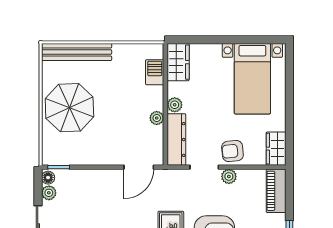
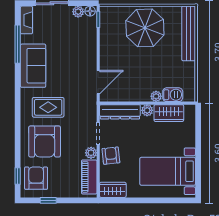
wardrobe: (178, 62) -> (169, 113), moved
plant: (157, 118) -> (156, 96), moved
door: (139, 167) -> (98, 82), swing flipped
piano: (276, 191) -> (89, 177), moved, turned -90

